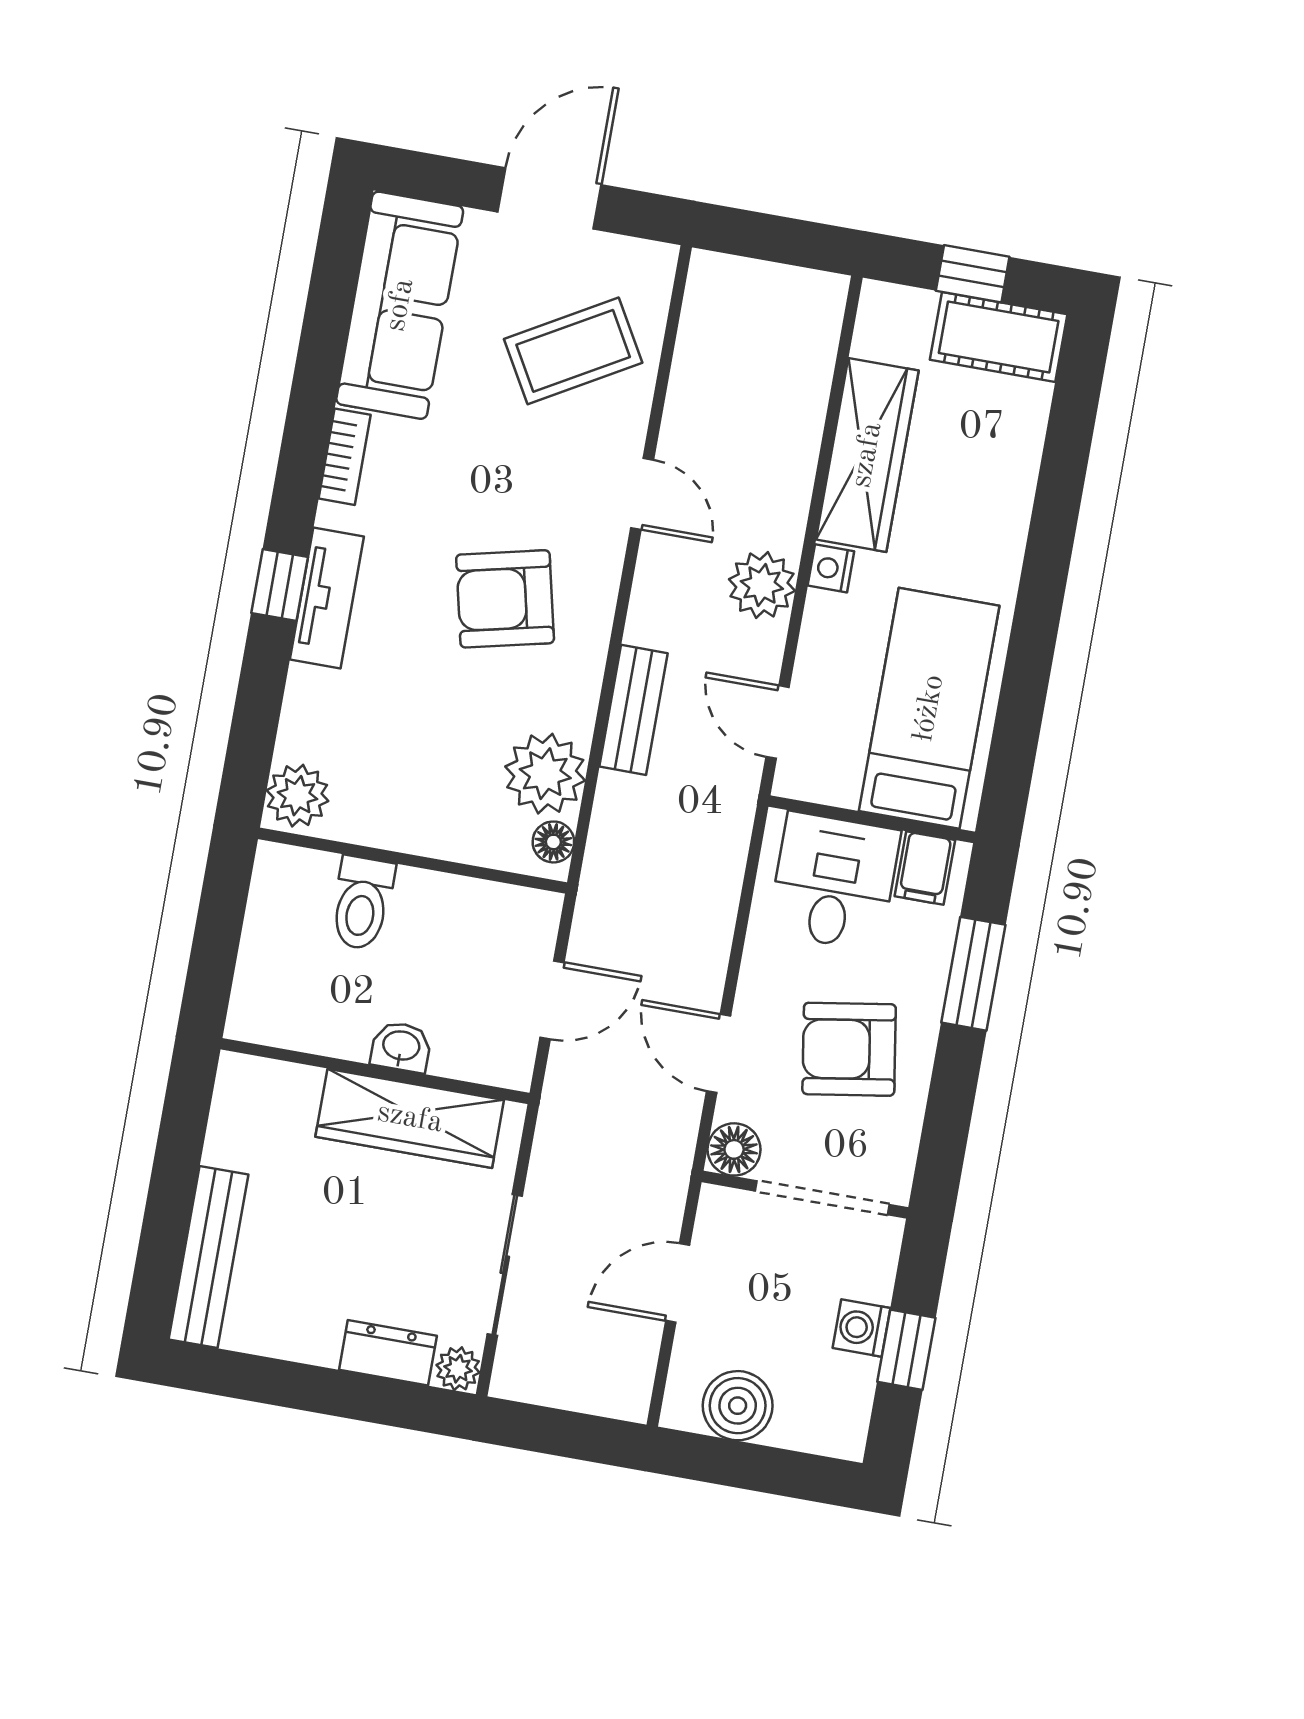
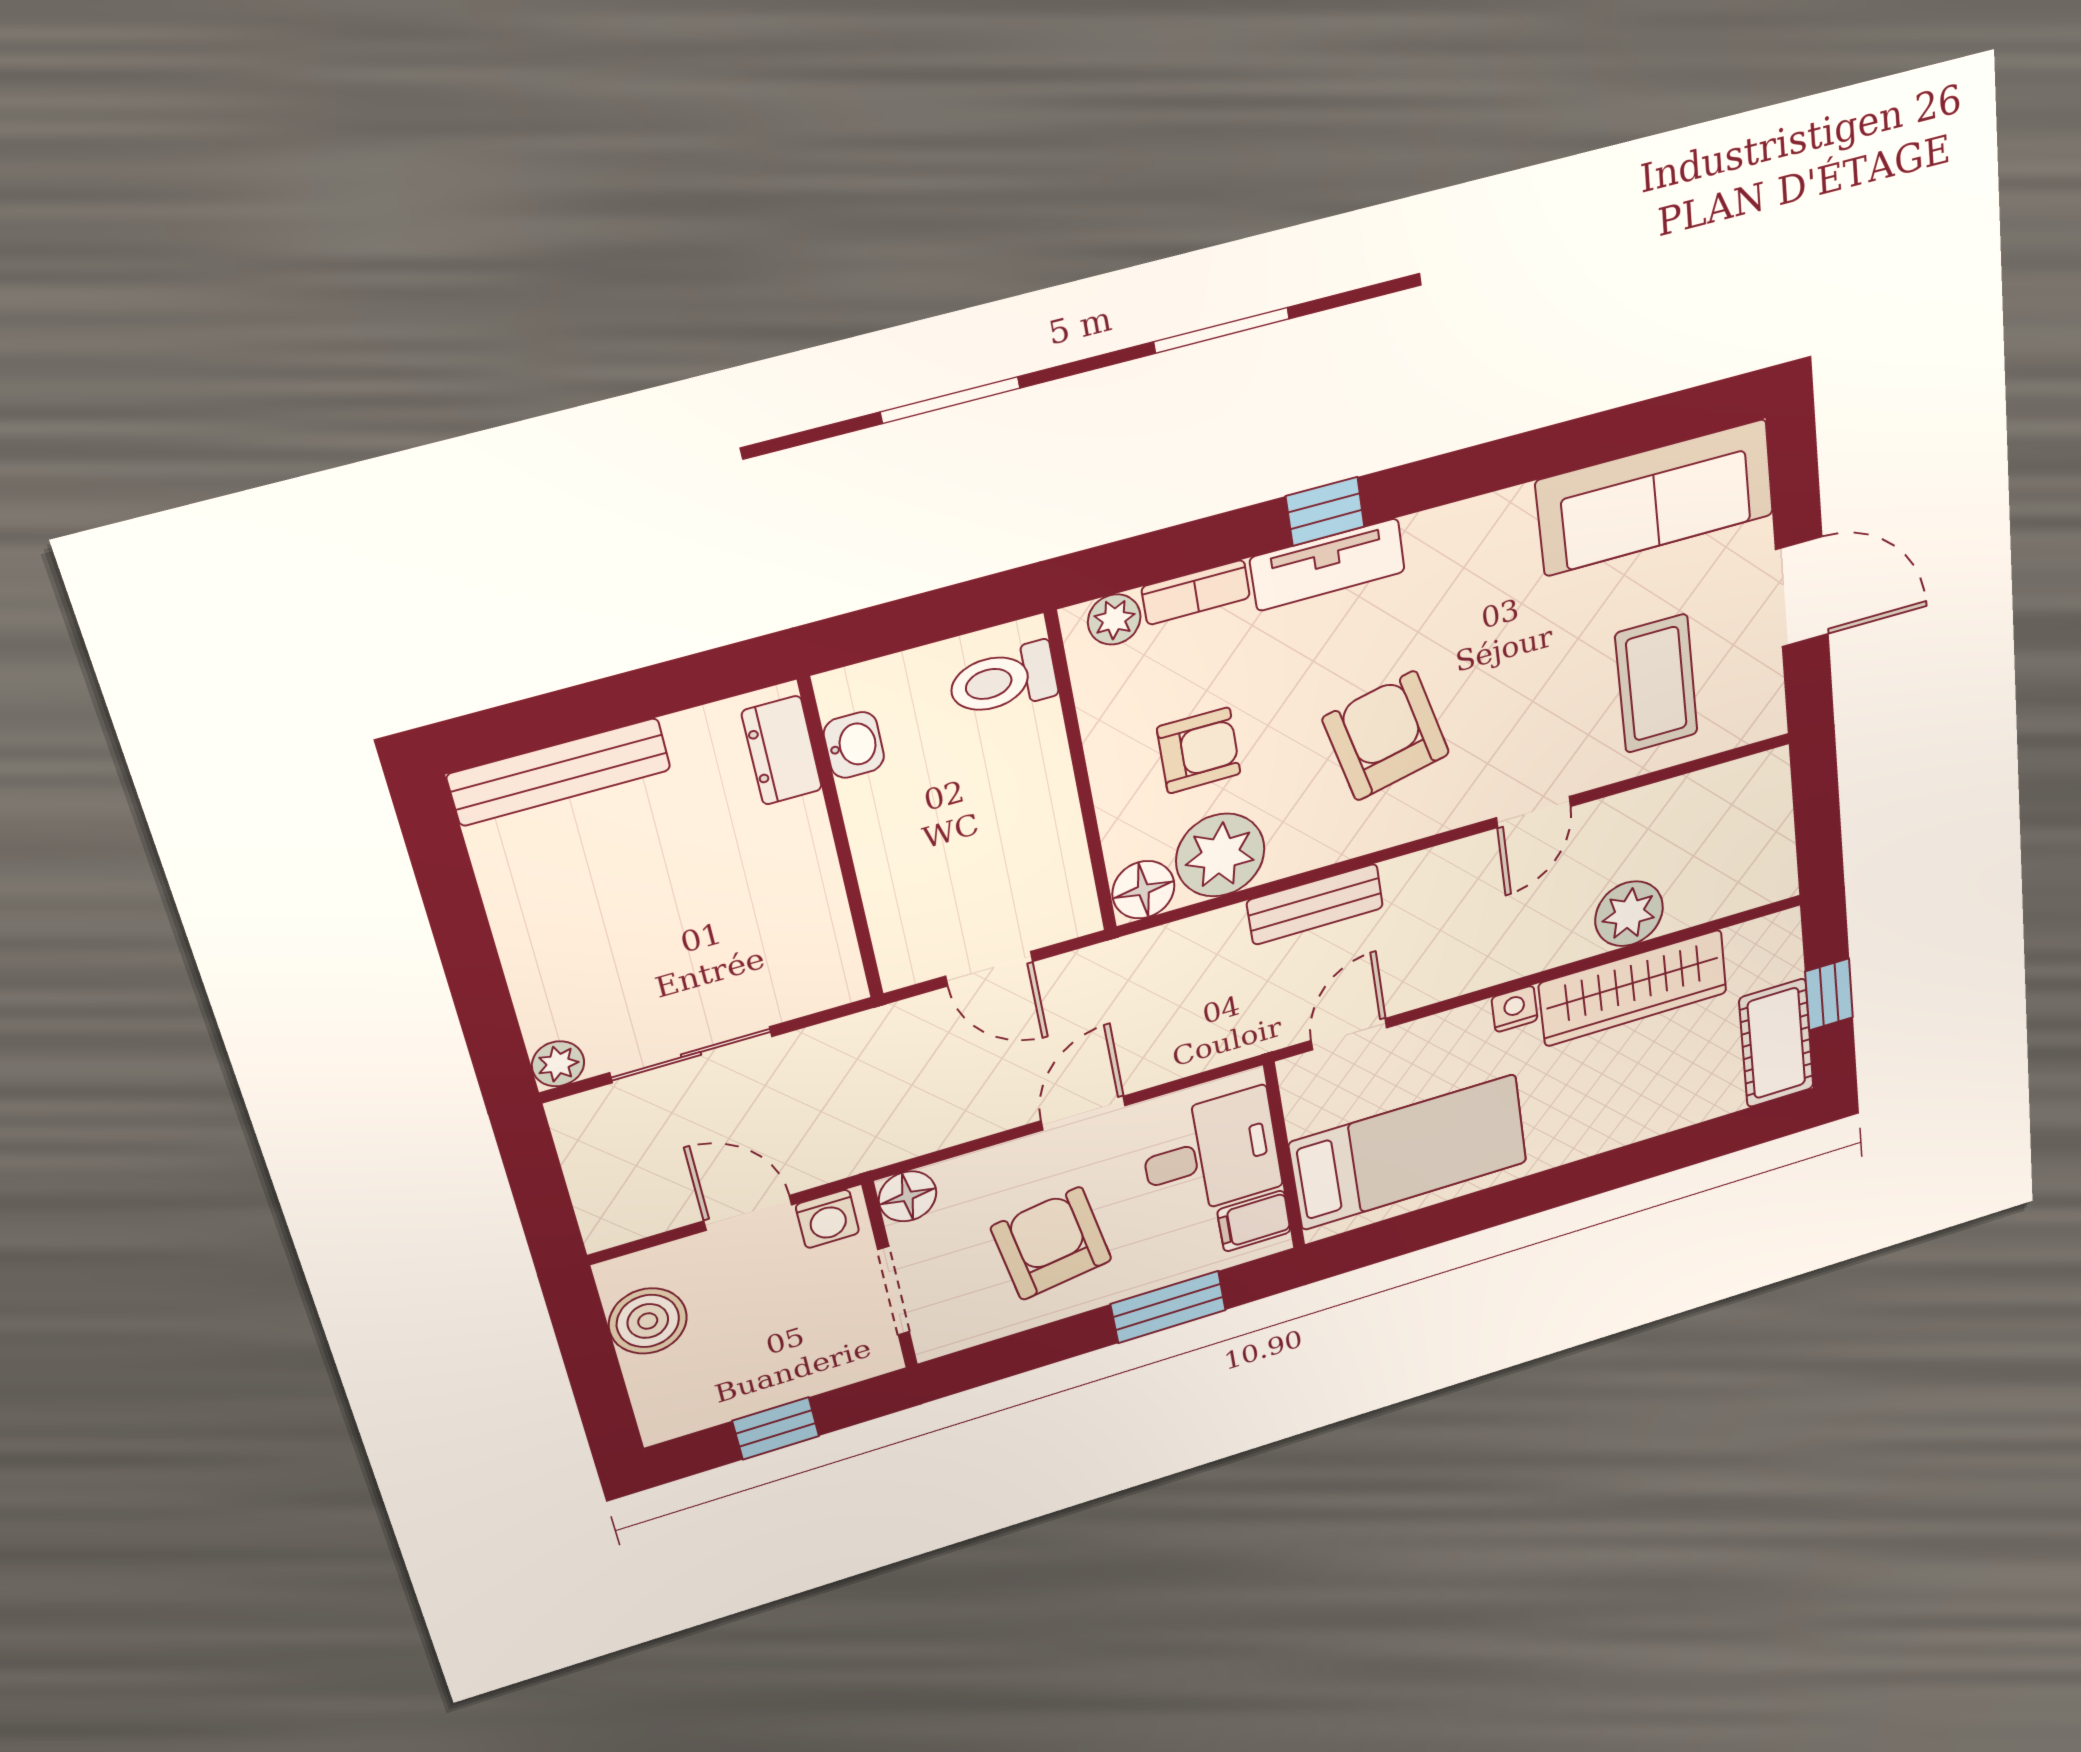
coffee table: (573, 351) -> (1656, 684), turned 30
bookcase: (345, 457) -> (1196, 592), moved
plant: (762, 585) -> (1629, 914), moved
armchair: (440, 758) -> (1199, 750), added
plant: (298, 796) -> (1114, 619), width x0.73, depth x0.73
floor lamp: (553, 842) -> (1143, 890), width x1.37, depth x1.37
toilet: (362, 903) -> (1003, 680), moved
washbasin: (401, 1047) -> (854, 745), moved
door: (719, 1053) -> (1083, 1113), moved
wardrobe: (410, 1118) -> (805, 896), removed
doorway: (822, 1198) -> (894, 1291), width x0.73
washing machine: (862, 1328) -> (827, 1219), moved, turned 180
dresser: (388, 1353) -> (782, 750), moved, turned 180

